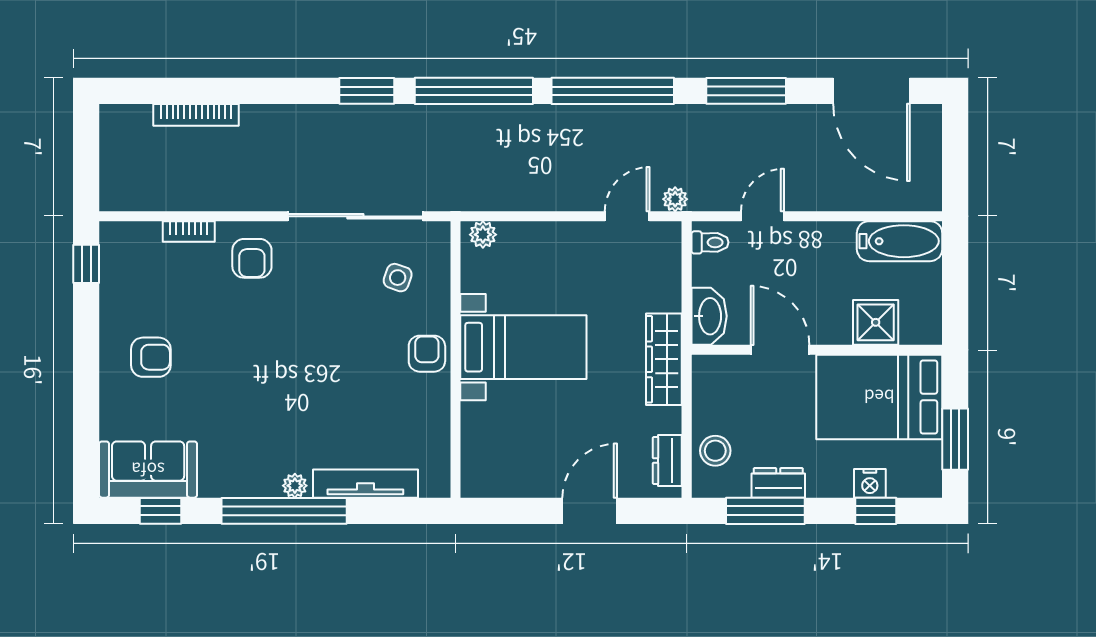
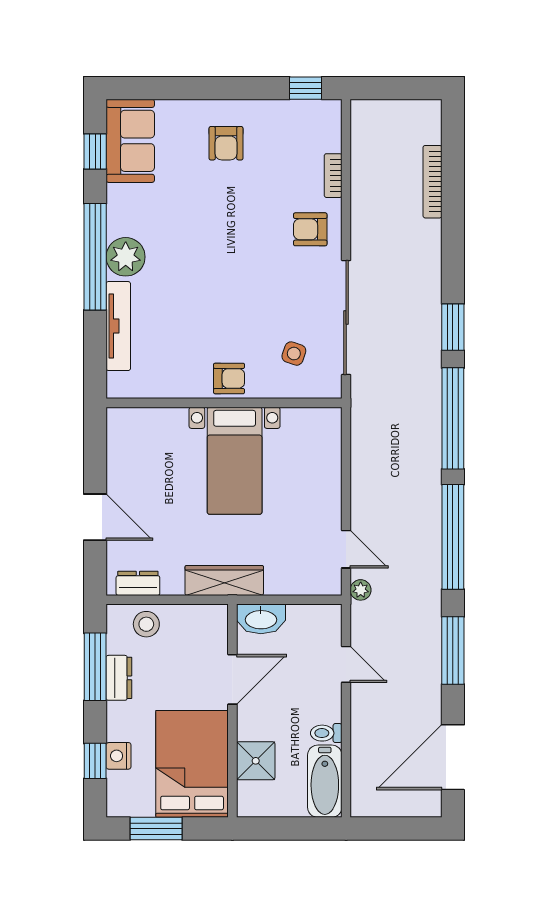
plant: (483, 235) -> (331, 426), removed
toilet: (710, 242) -> (326, 733), moved, turned 90
plant: (295, 486) -> (126, 257), width x1.87, depth x1.87

